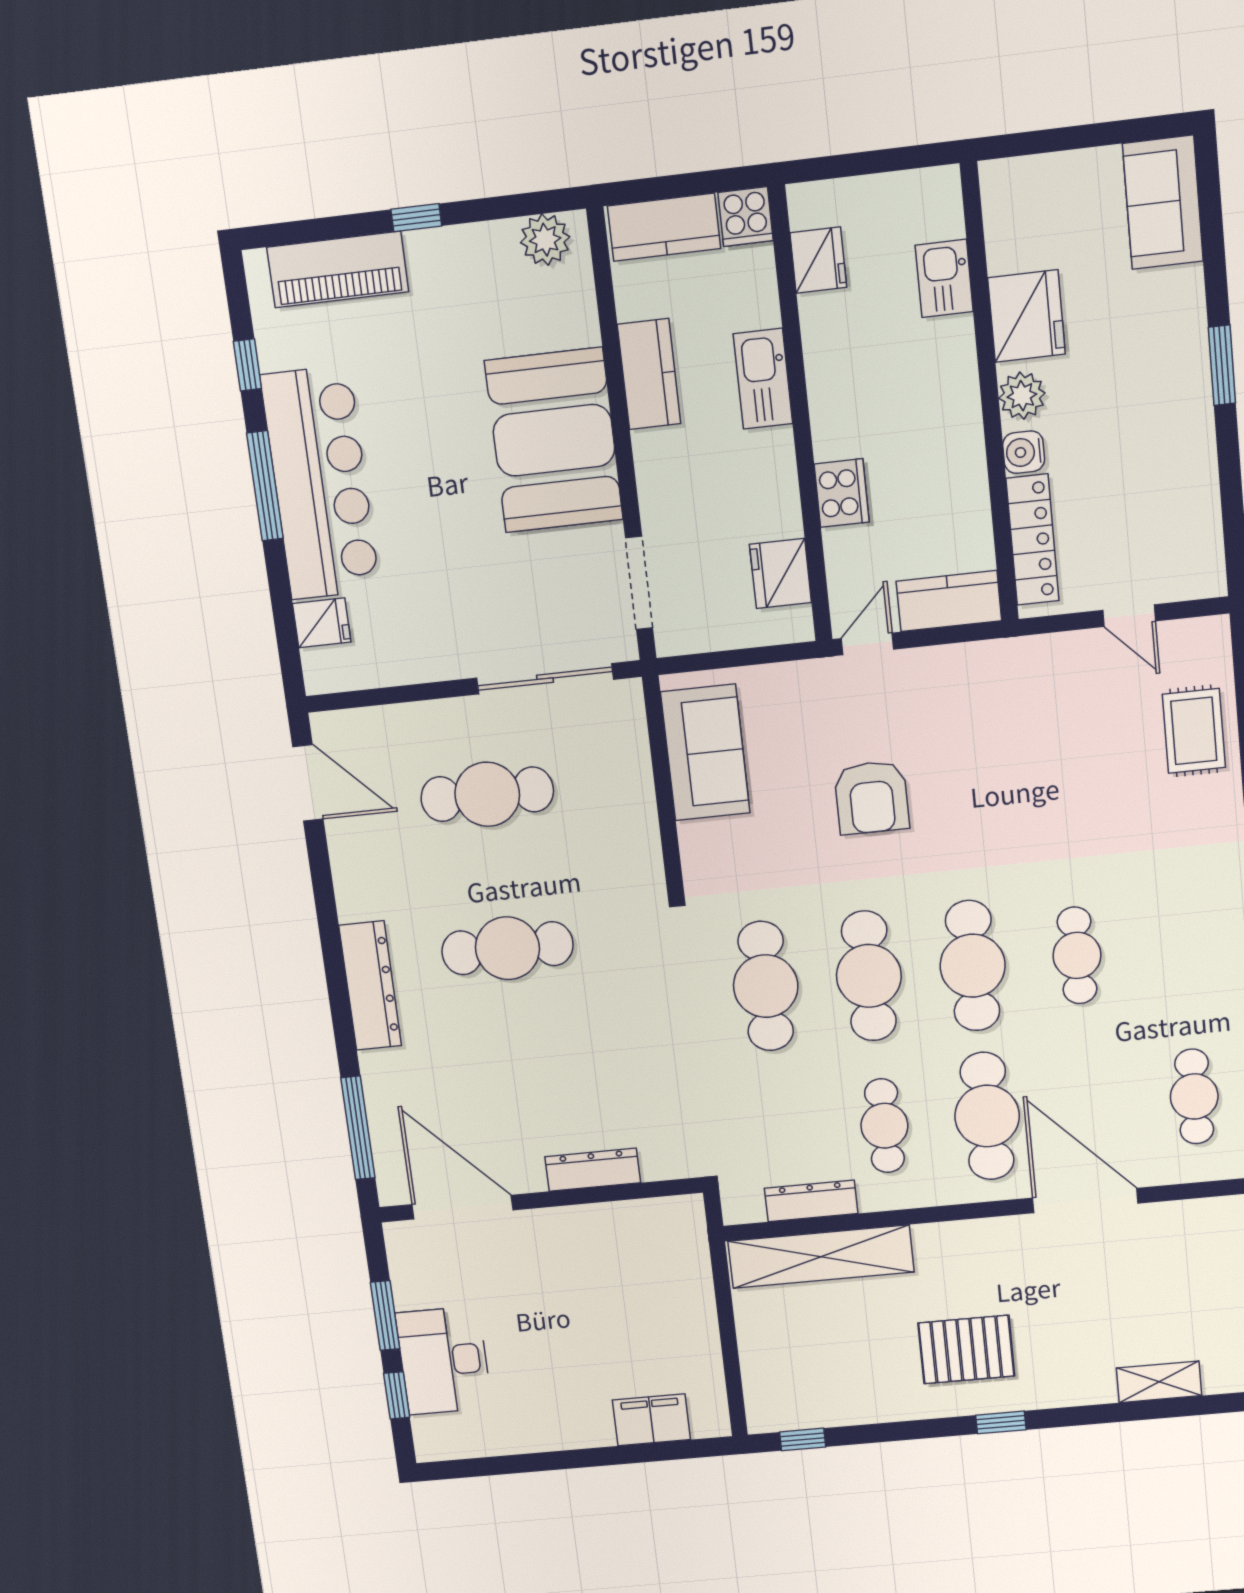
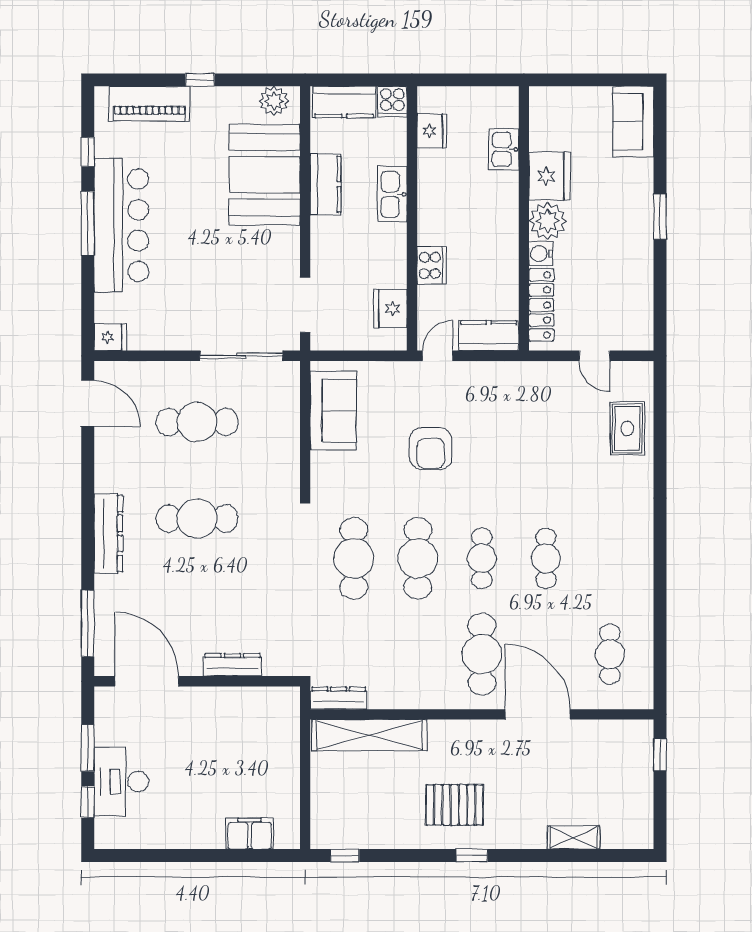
plant: (1022, 396) -> (548, 221), width x1.36, depth x1.36
booth: (554, 440) -> (265, 175), moved
fridge: (322, 623) -> (110, 337), moved
cafe table: (973, 966) -> (482, 558), width x0.73, depth x0.74
cafe table: (884, 1126) -> (418, 654), removed
dresser: (811, 1201) -> (339, 698), moved

